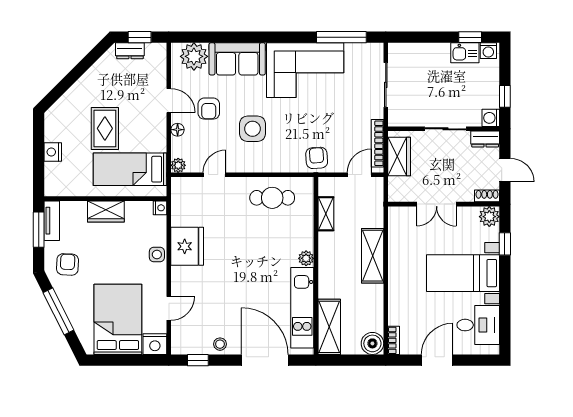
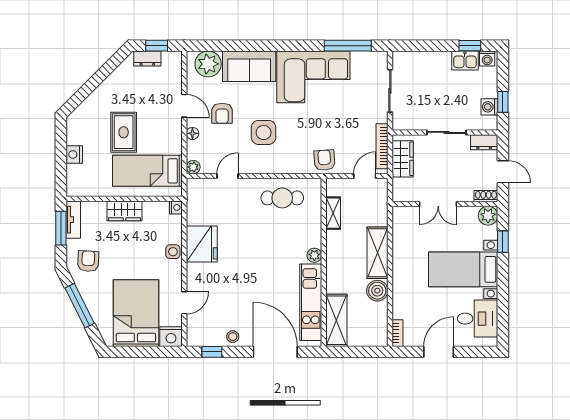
washing machine: (491, 118) -> (489, 107), moved
boiler: (372, 343) -> (377, 291), moved

